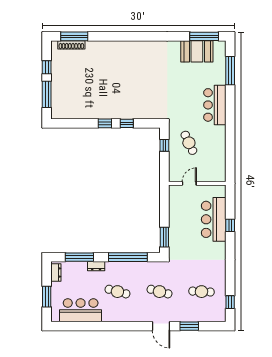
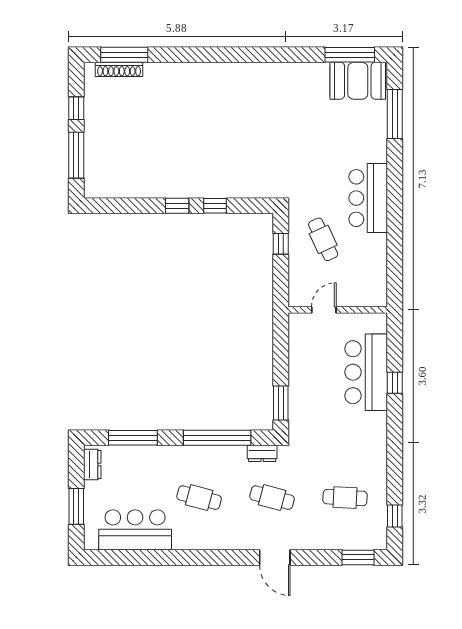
booth: (197, 51) -> (358, 81), moved
bar counter: (215, 105) -> (368, 198), moved
dresser: (96, 266) -> (262, 453), moved
window: (189, 326) -> (358, 557), moved

